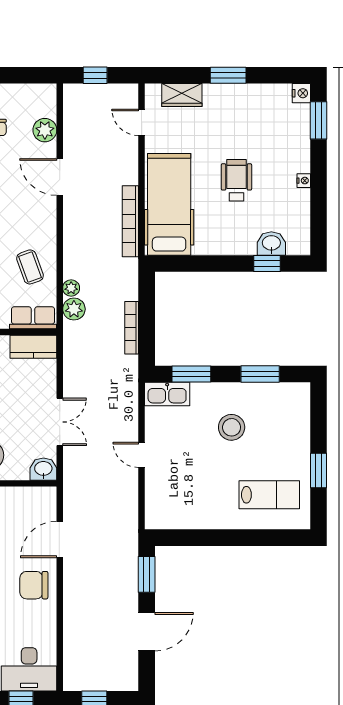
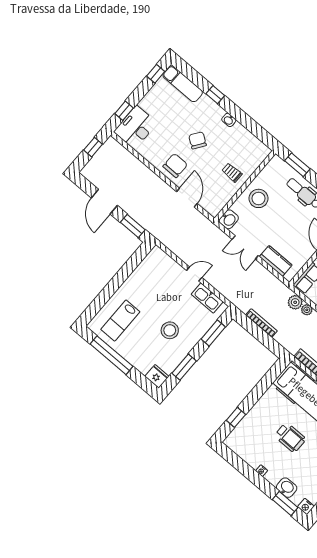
washbasin: (271, 244) -> (287, 488), moved, turned -90
kitchen counter: (33, 347) -> (276, 261), moved, turned 90
kitchen sink: (167, 394) -> (207, 298), moved, turned -90
fridge: (298, 396) -> (157, 376), added
window: (319, 471) -> (111, 355), width x2.11

